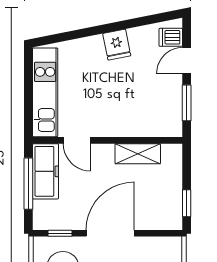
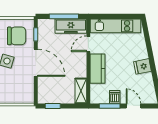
dishwasher: (171, 37) -> (115, 97), moved
kitchen counter: (121, 124) -> (97, 69), added
shelving: (138, 154) -> (81, 91), moved

